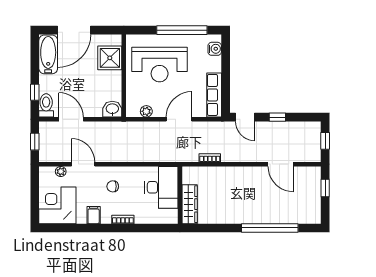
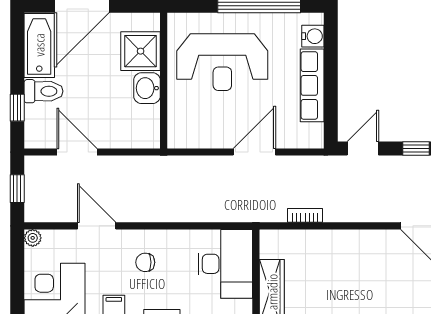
row of seats: (214, 95) -> (312, 85), moved
toilet: (46, 105) -> (43, 91), moved, turned 90
washbasin: (112, 109) -> (147, 88), moved, turned -90
plant: (146, 111) -> (200, 139), removed
door: (245, 117) -> (363, 149), swing flipped
plant: (61, 171) -> (33, 238), moved

